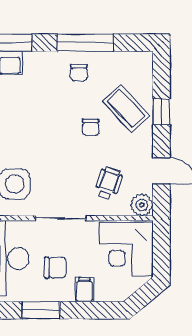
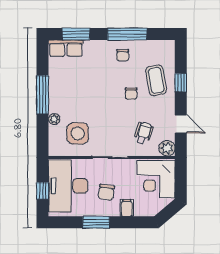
coffee table: (126, 109) -> (156, 80), turned 33
chair: (55, 268) -> (106, 192), turned 99

